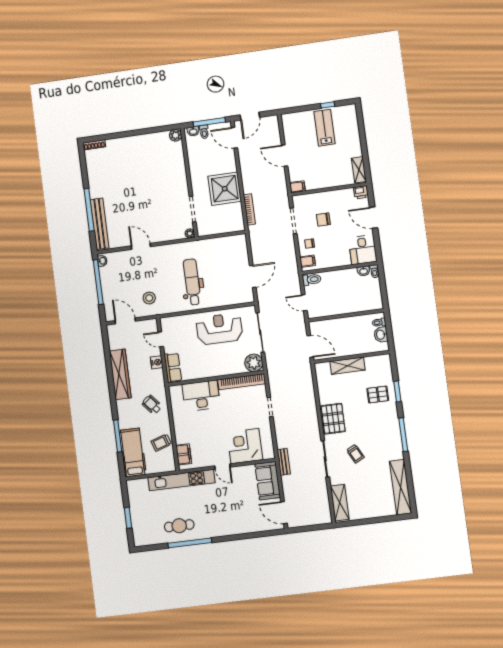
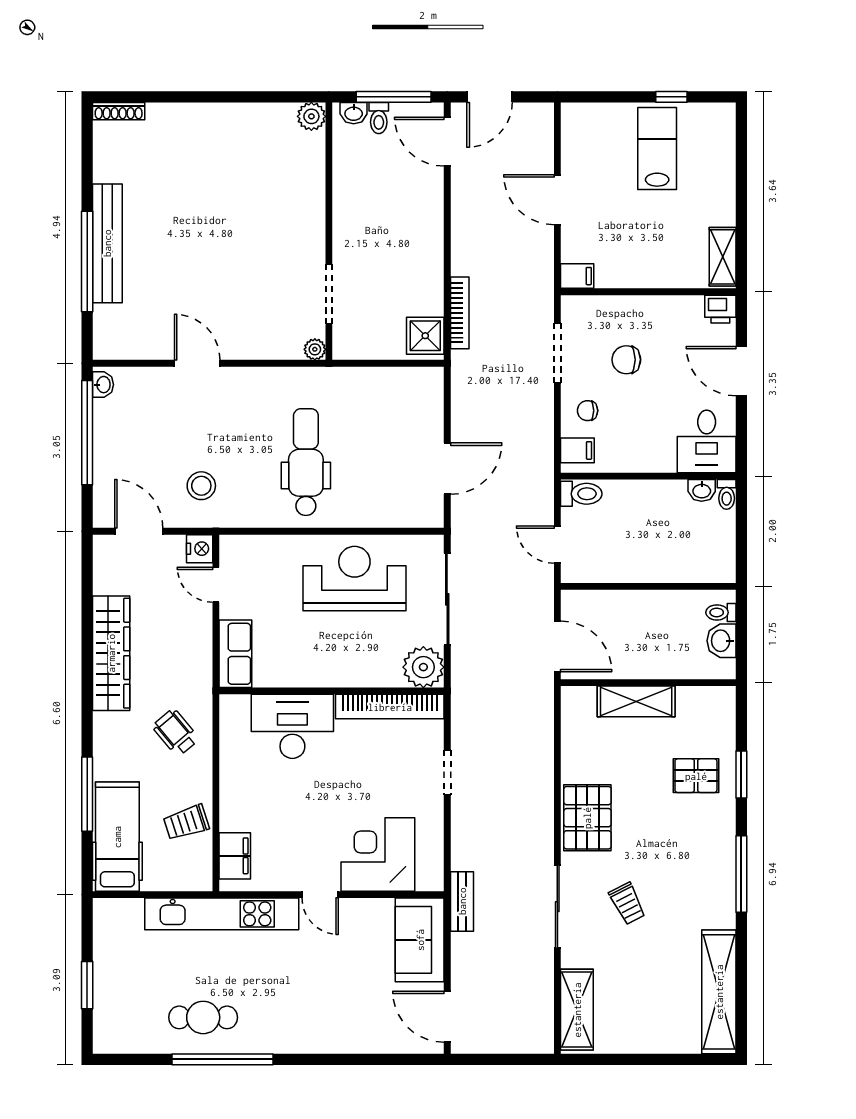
shower: (225, 189) -> (425, 336), moved, width x0.54, depth x0.54
bench: (99, 224) -> (107, 243), moved
nightstand: (157, 362) -> (200, 549), moved

